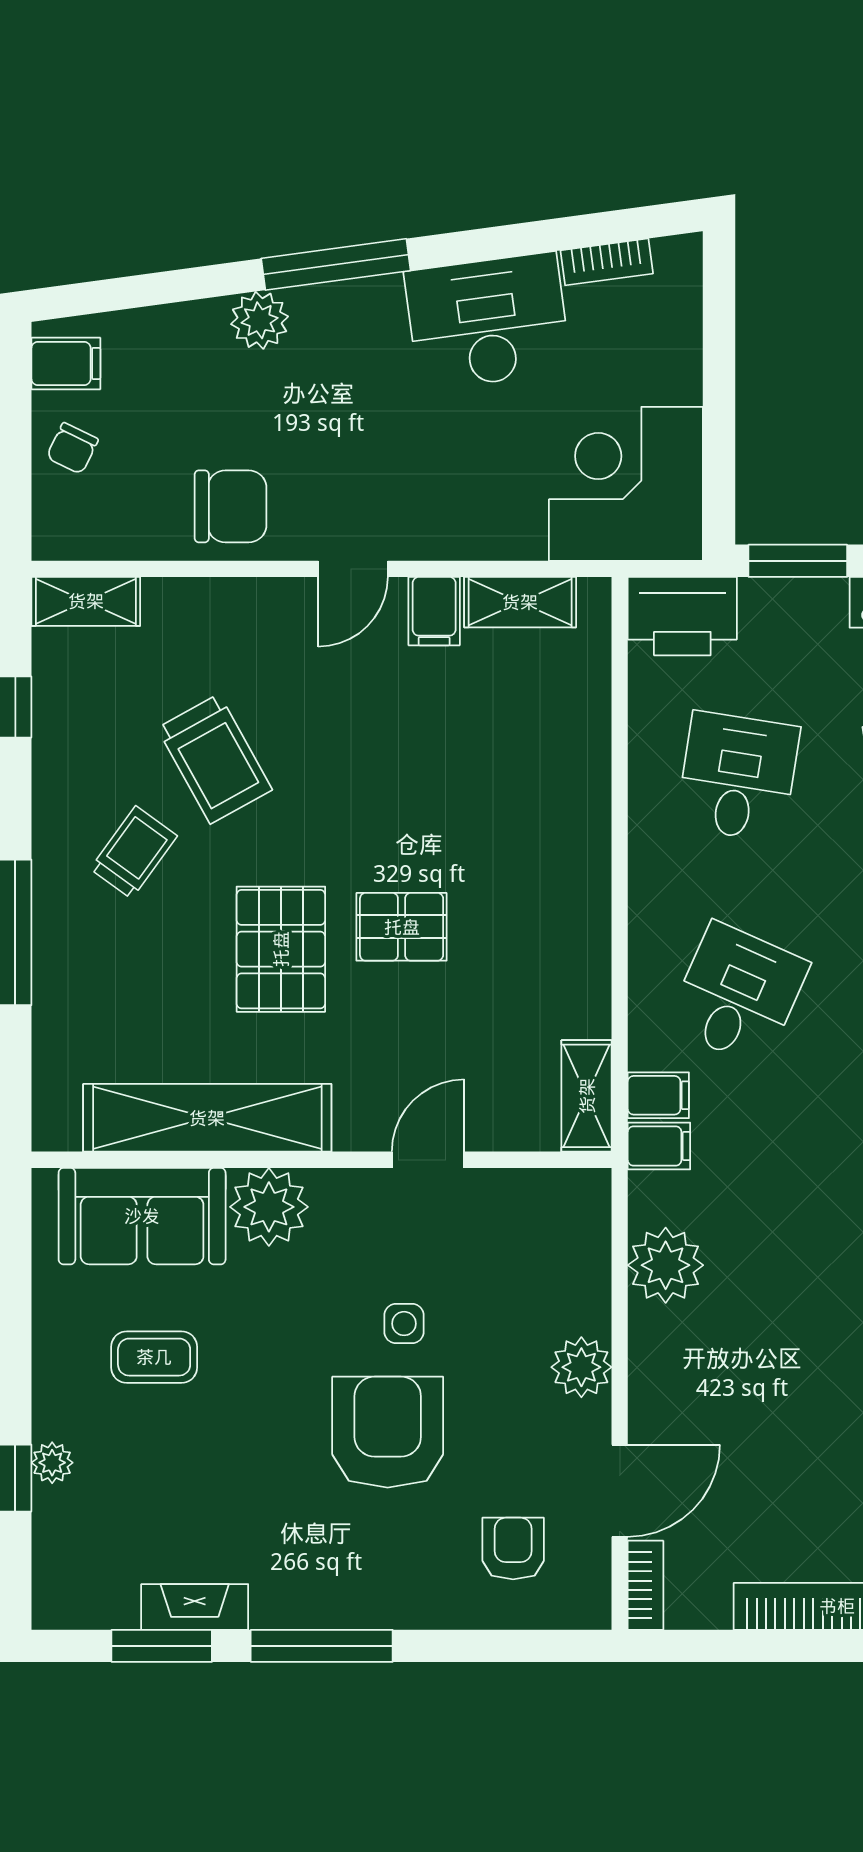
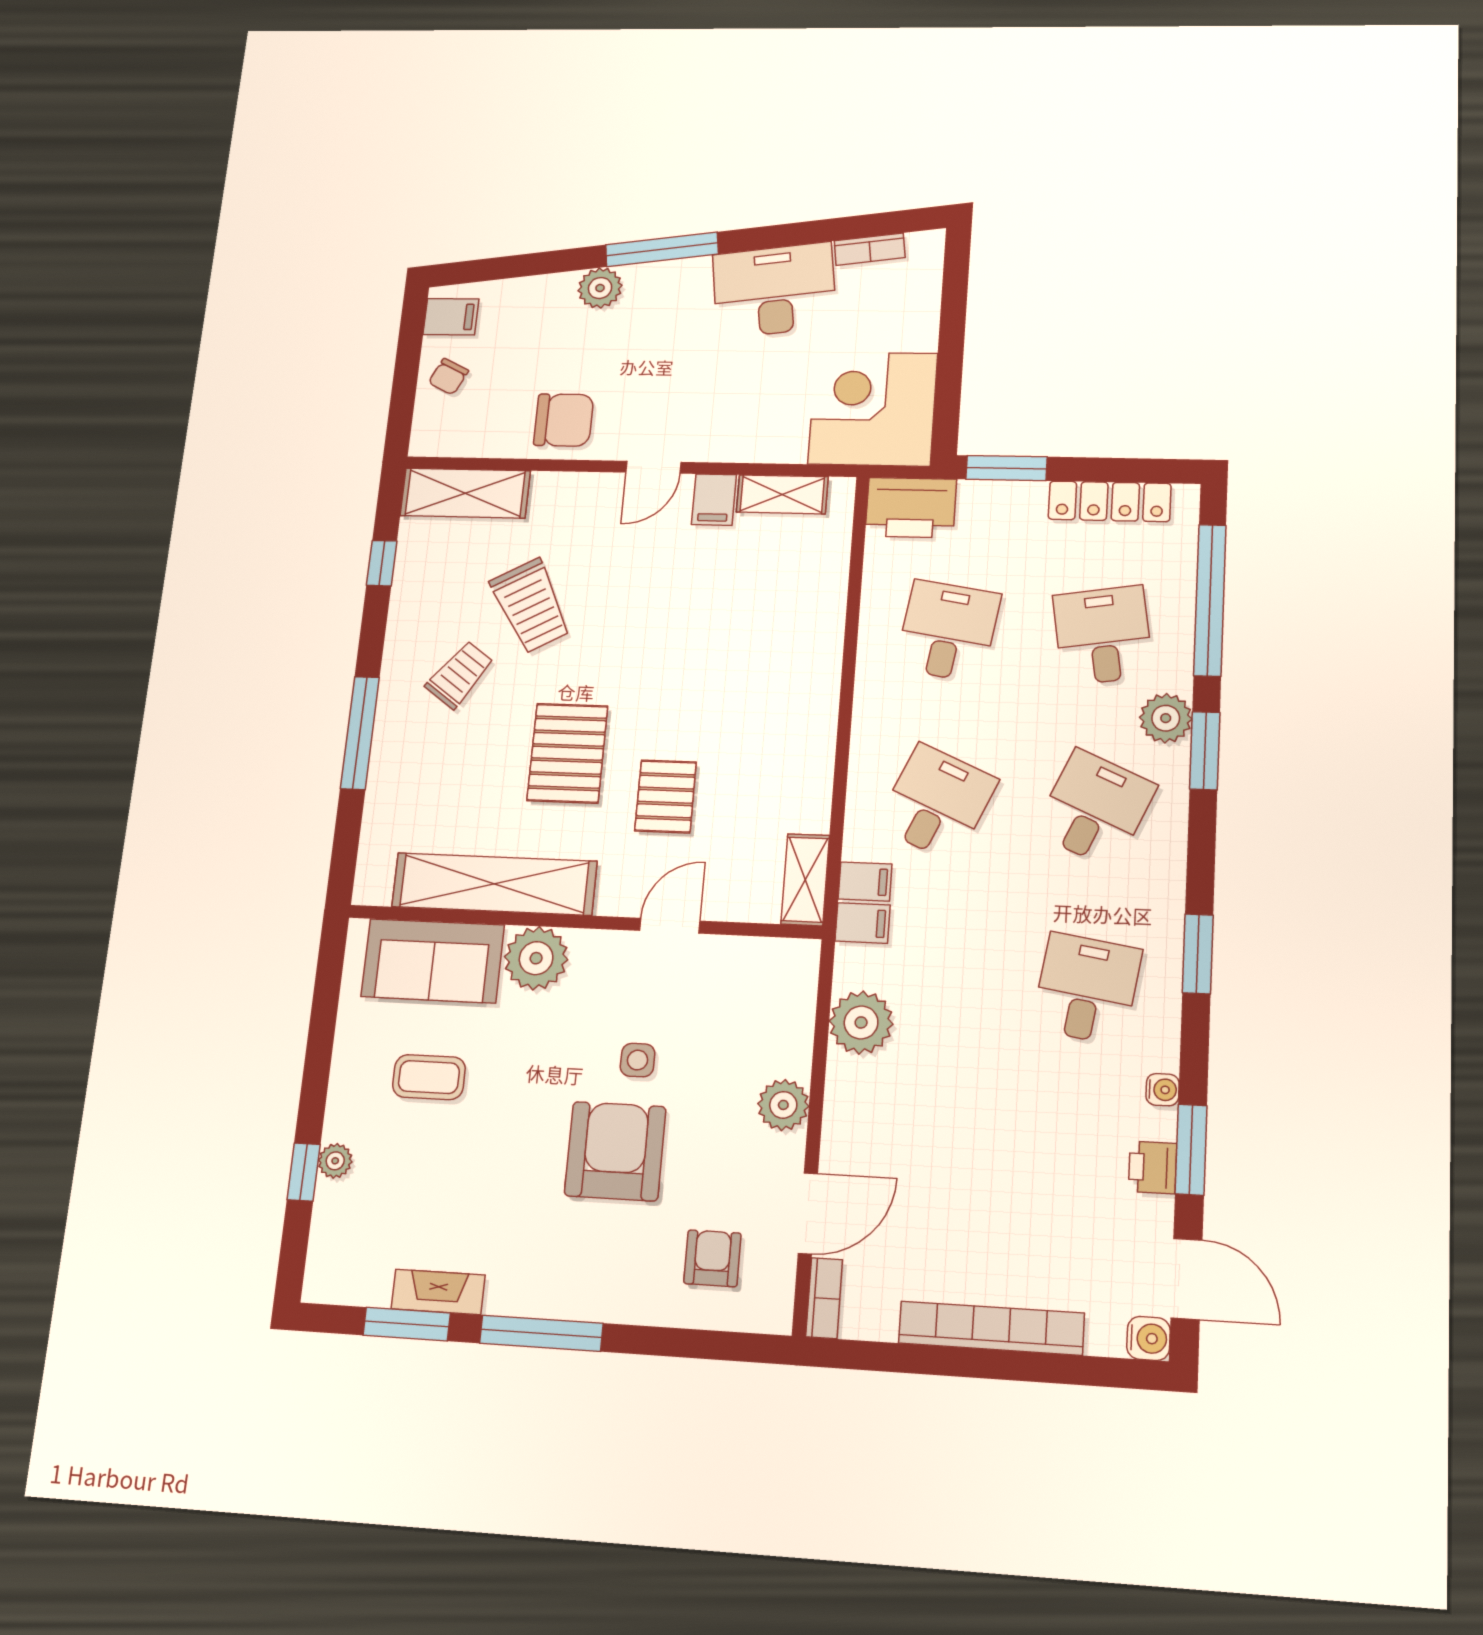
shelving: (86, 601) -> (465, 493), width x1.50, depth x1.33
pallet: (402, 927) -> (666, 796), moved, turned 90

